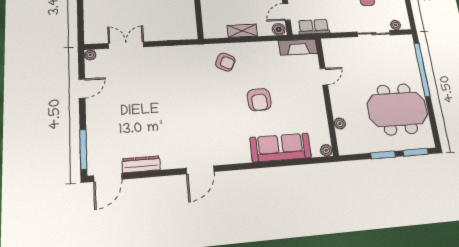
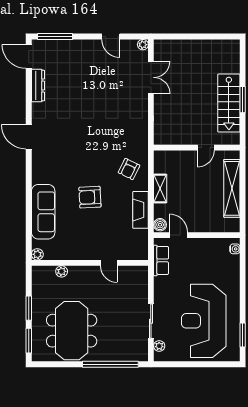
fireplace: (298, 47) -> (141, 210), moved

